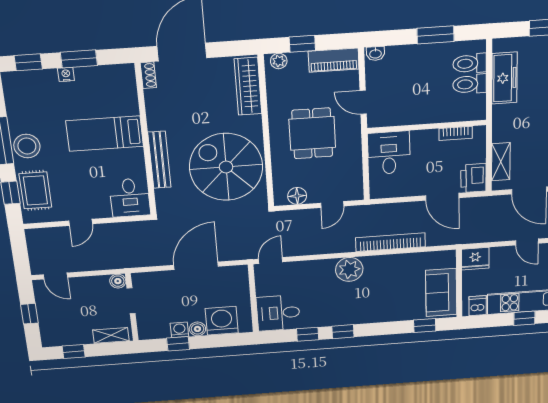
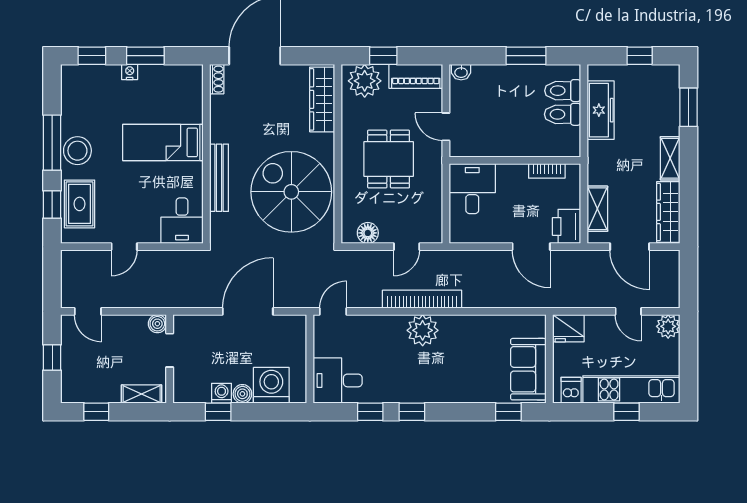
plant: (279, 61) -> (365, 81), width x1.88, depth x1.88
bookcase: (390, 242) -> (422, 299), moved

